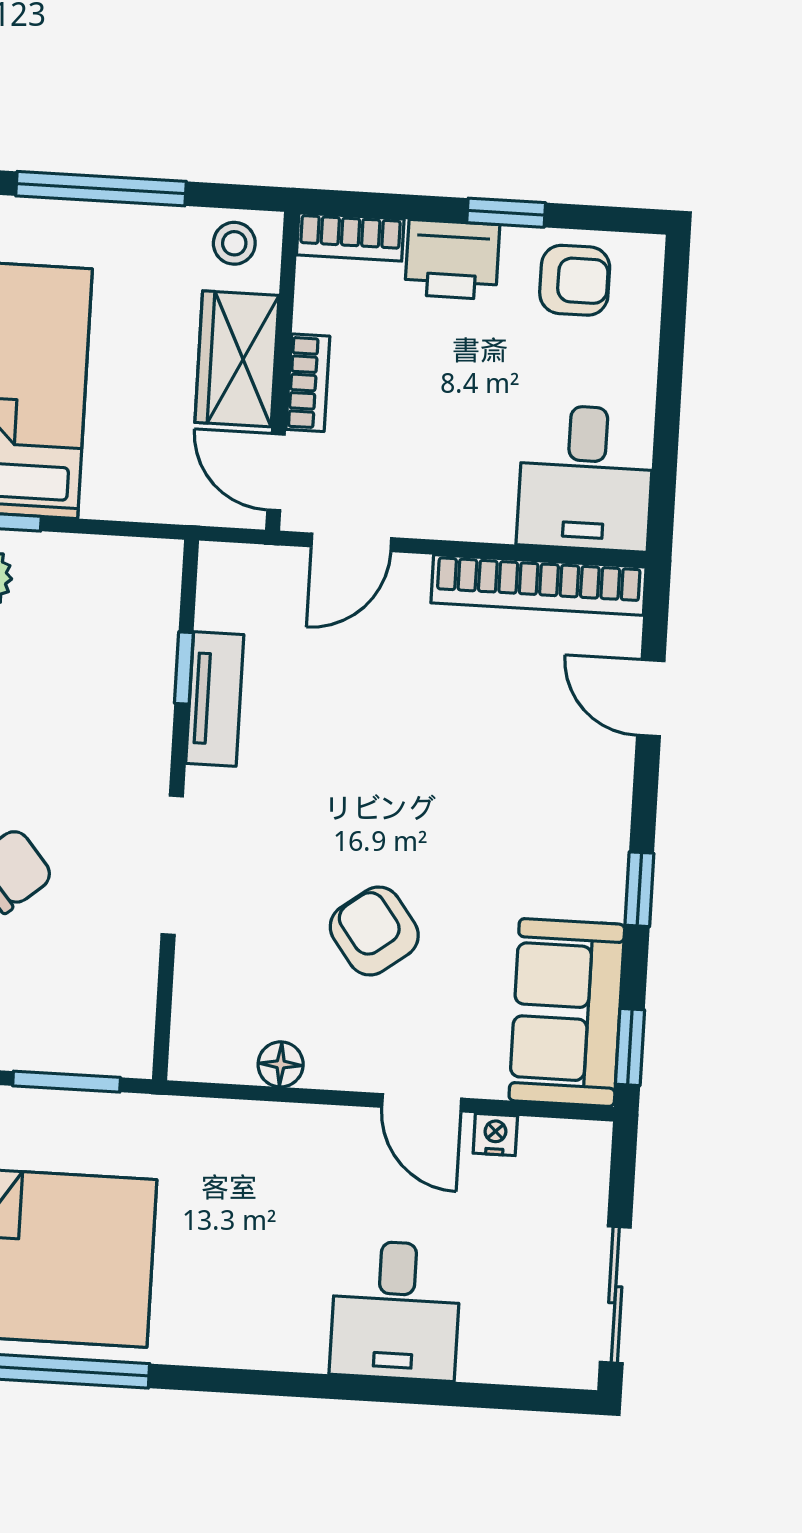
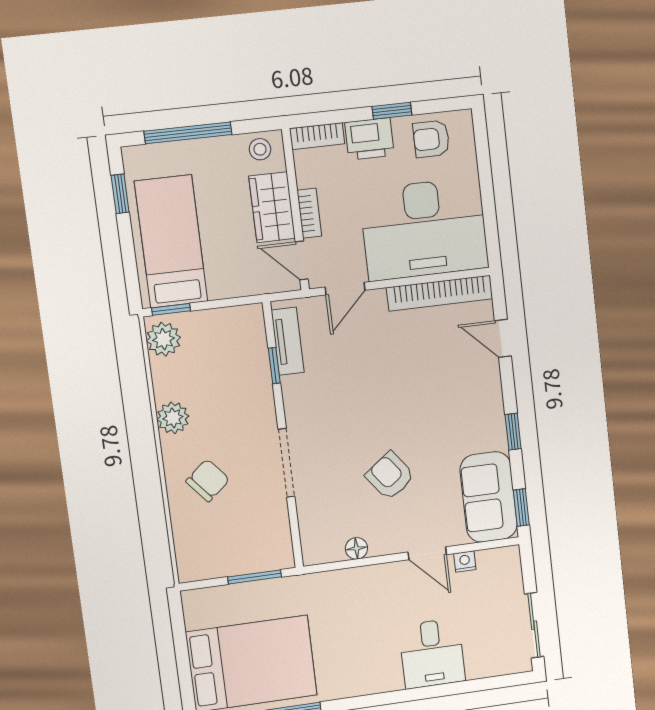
armchair: (575, 280) -> (431, 139), turned 180
desk: (586, 478) -> (424, 229), width x1.87, depth x1.30
tv unit: (215, 699) -> (288, 341), moved

